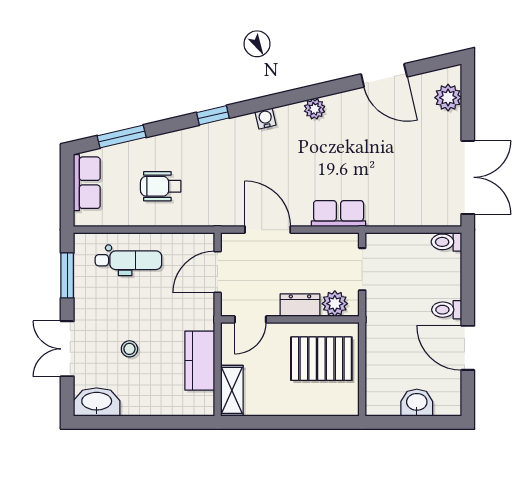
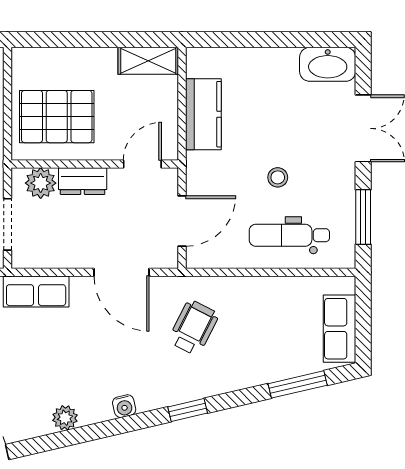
wheelchair: (161, 186) -> (194, 328), moved, turned -63
stool: (129, 349) -> (278, 177), moved
shelving: (232, 390) -> (148, 61), moved, turned 90

